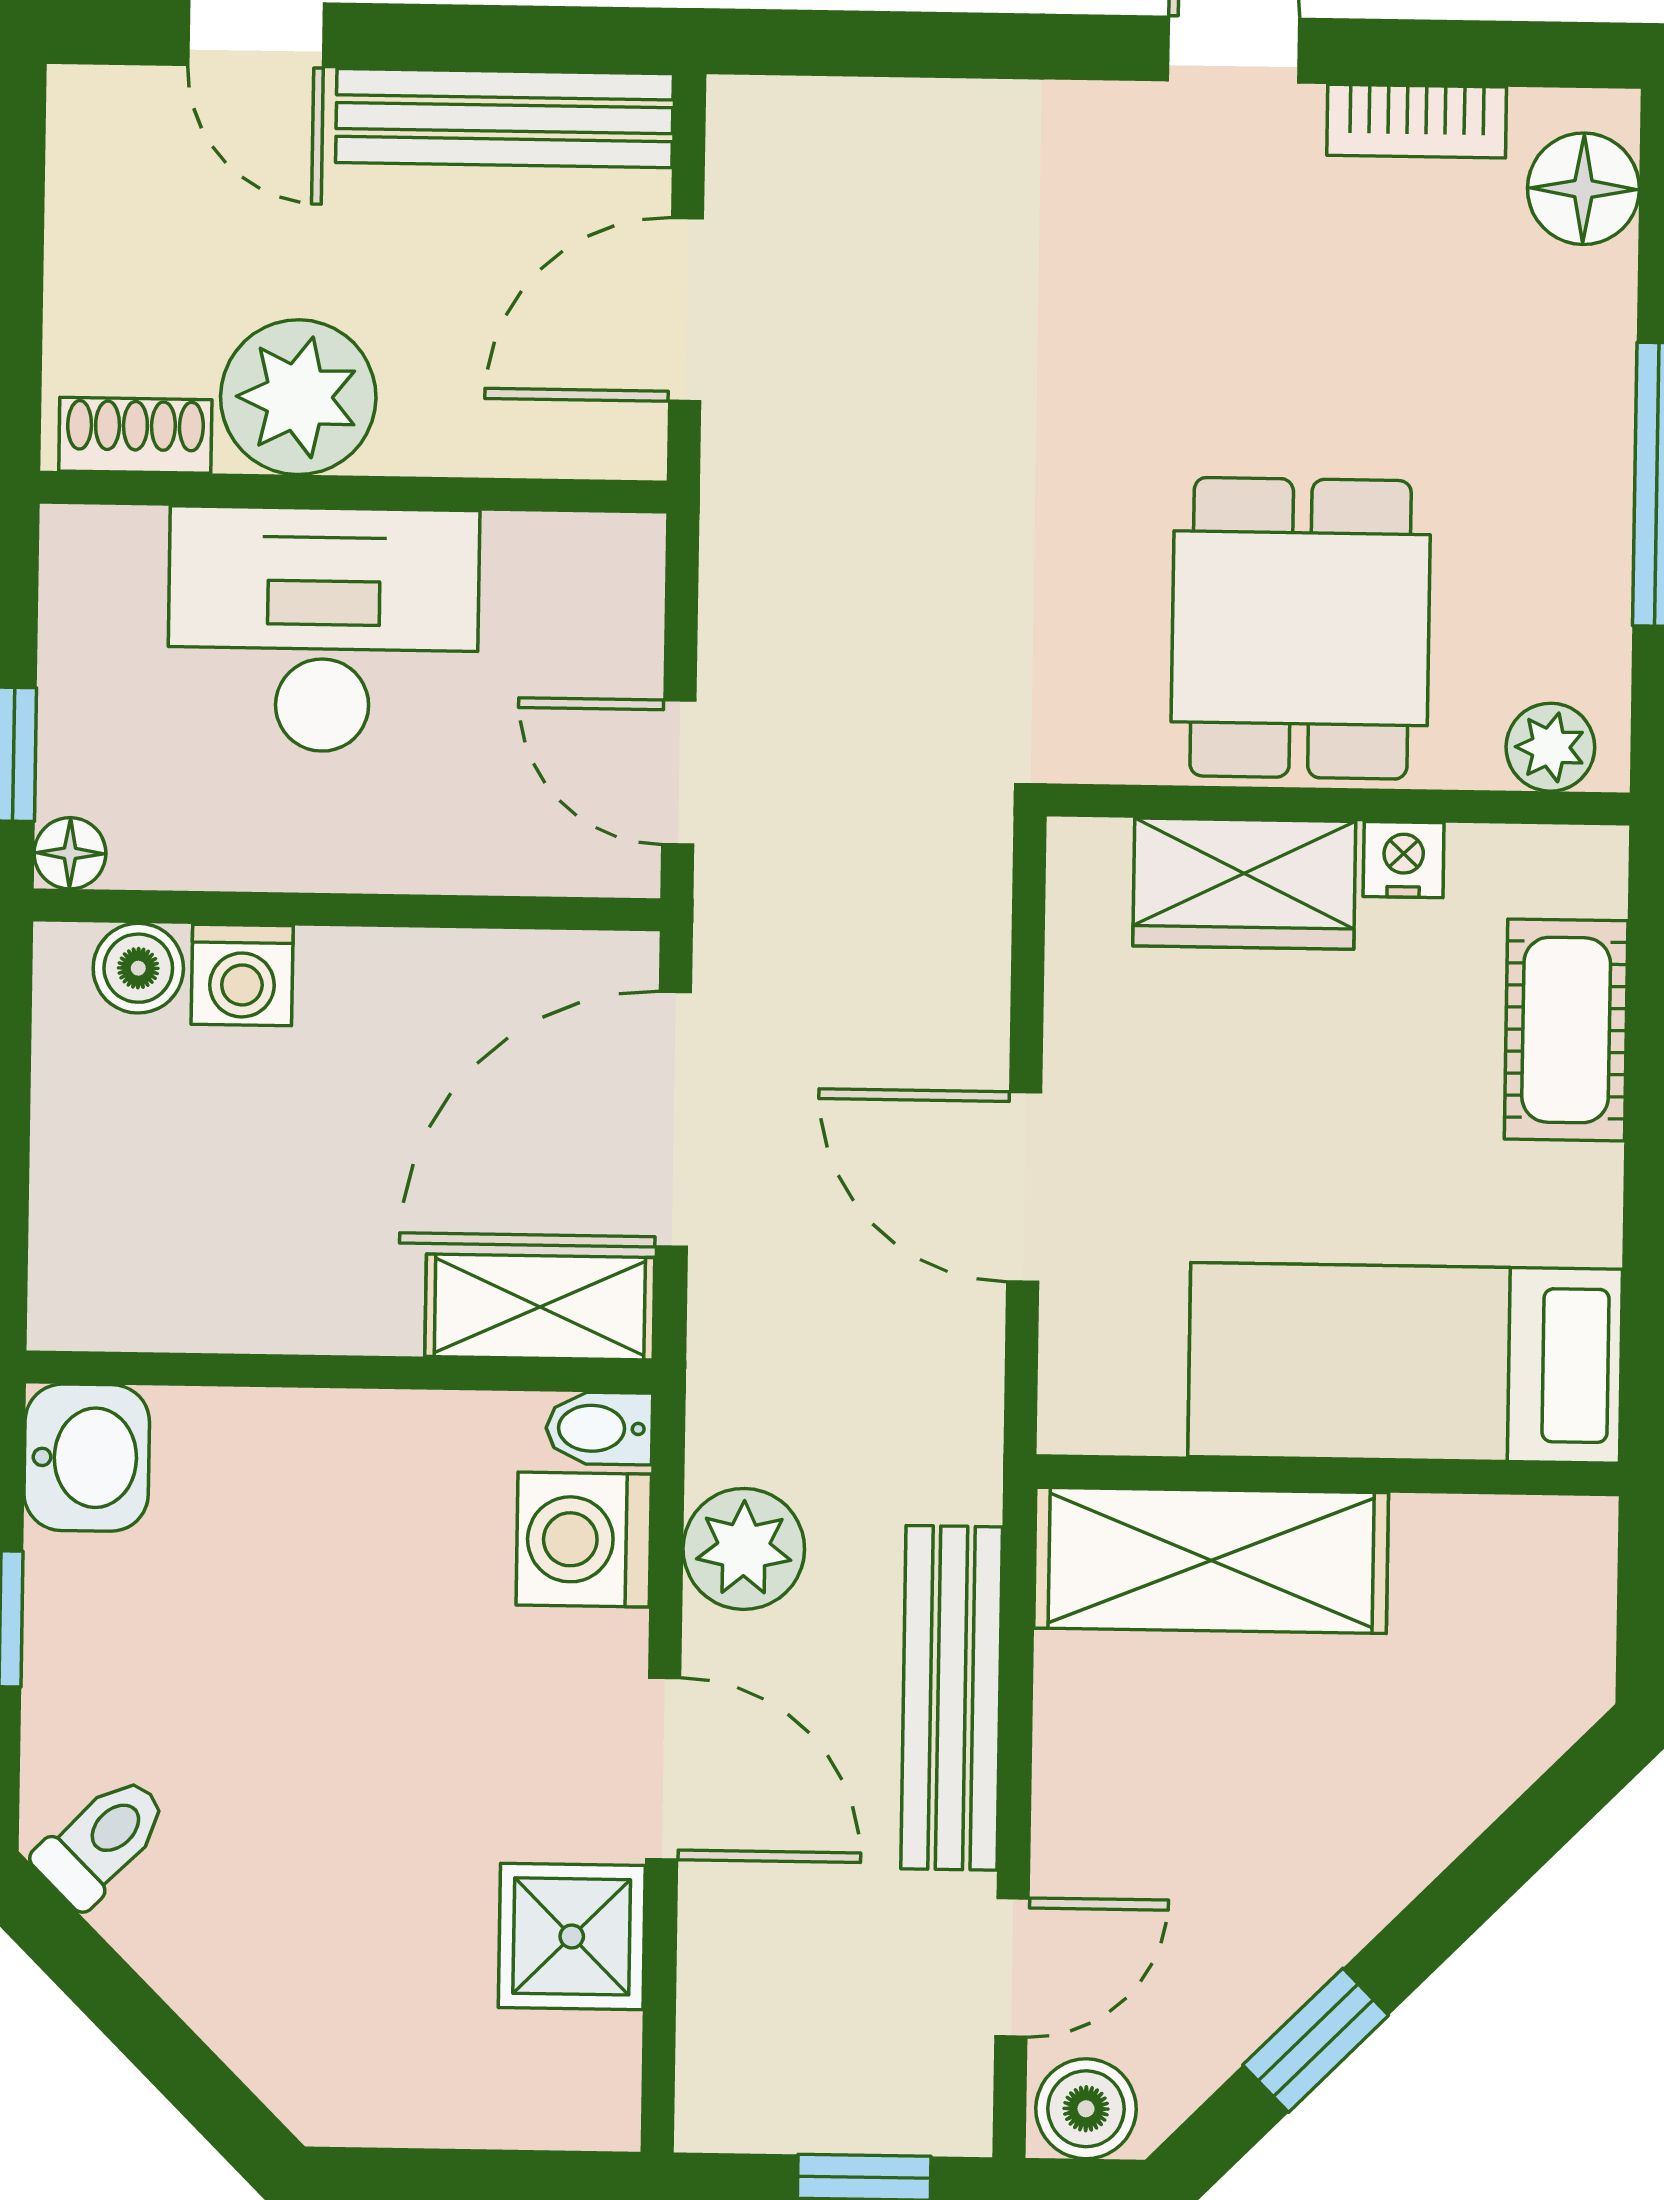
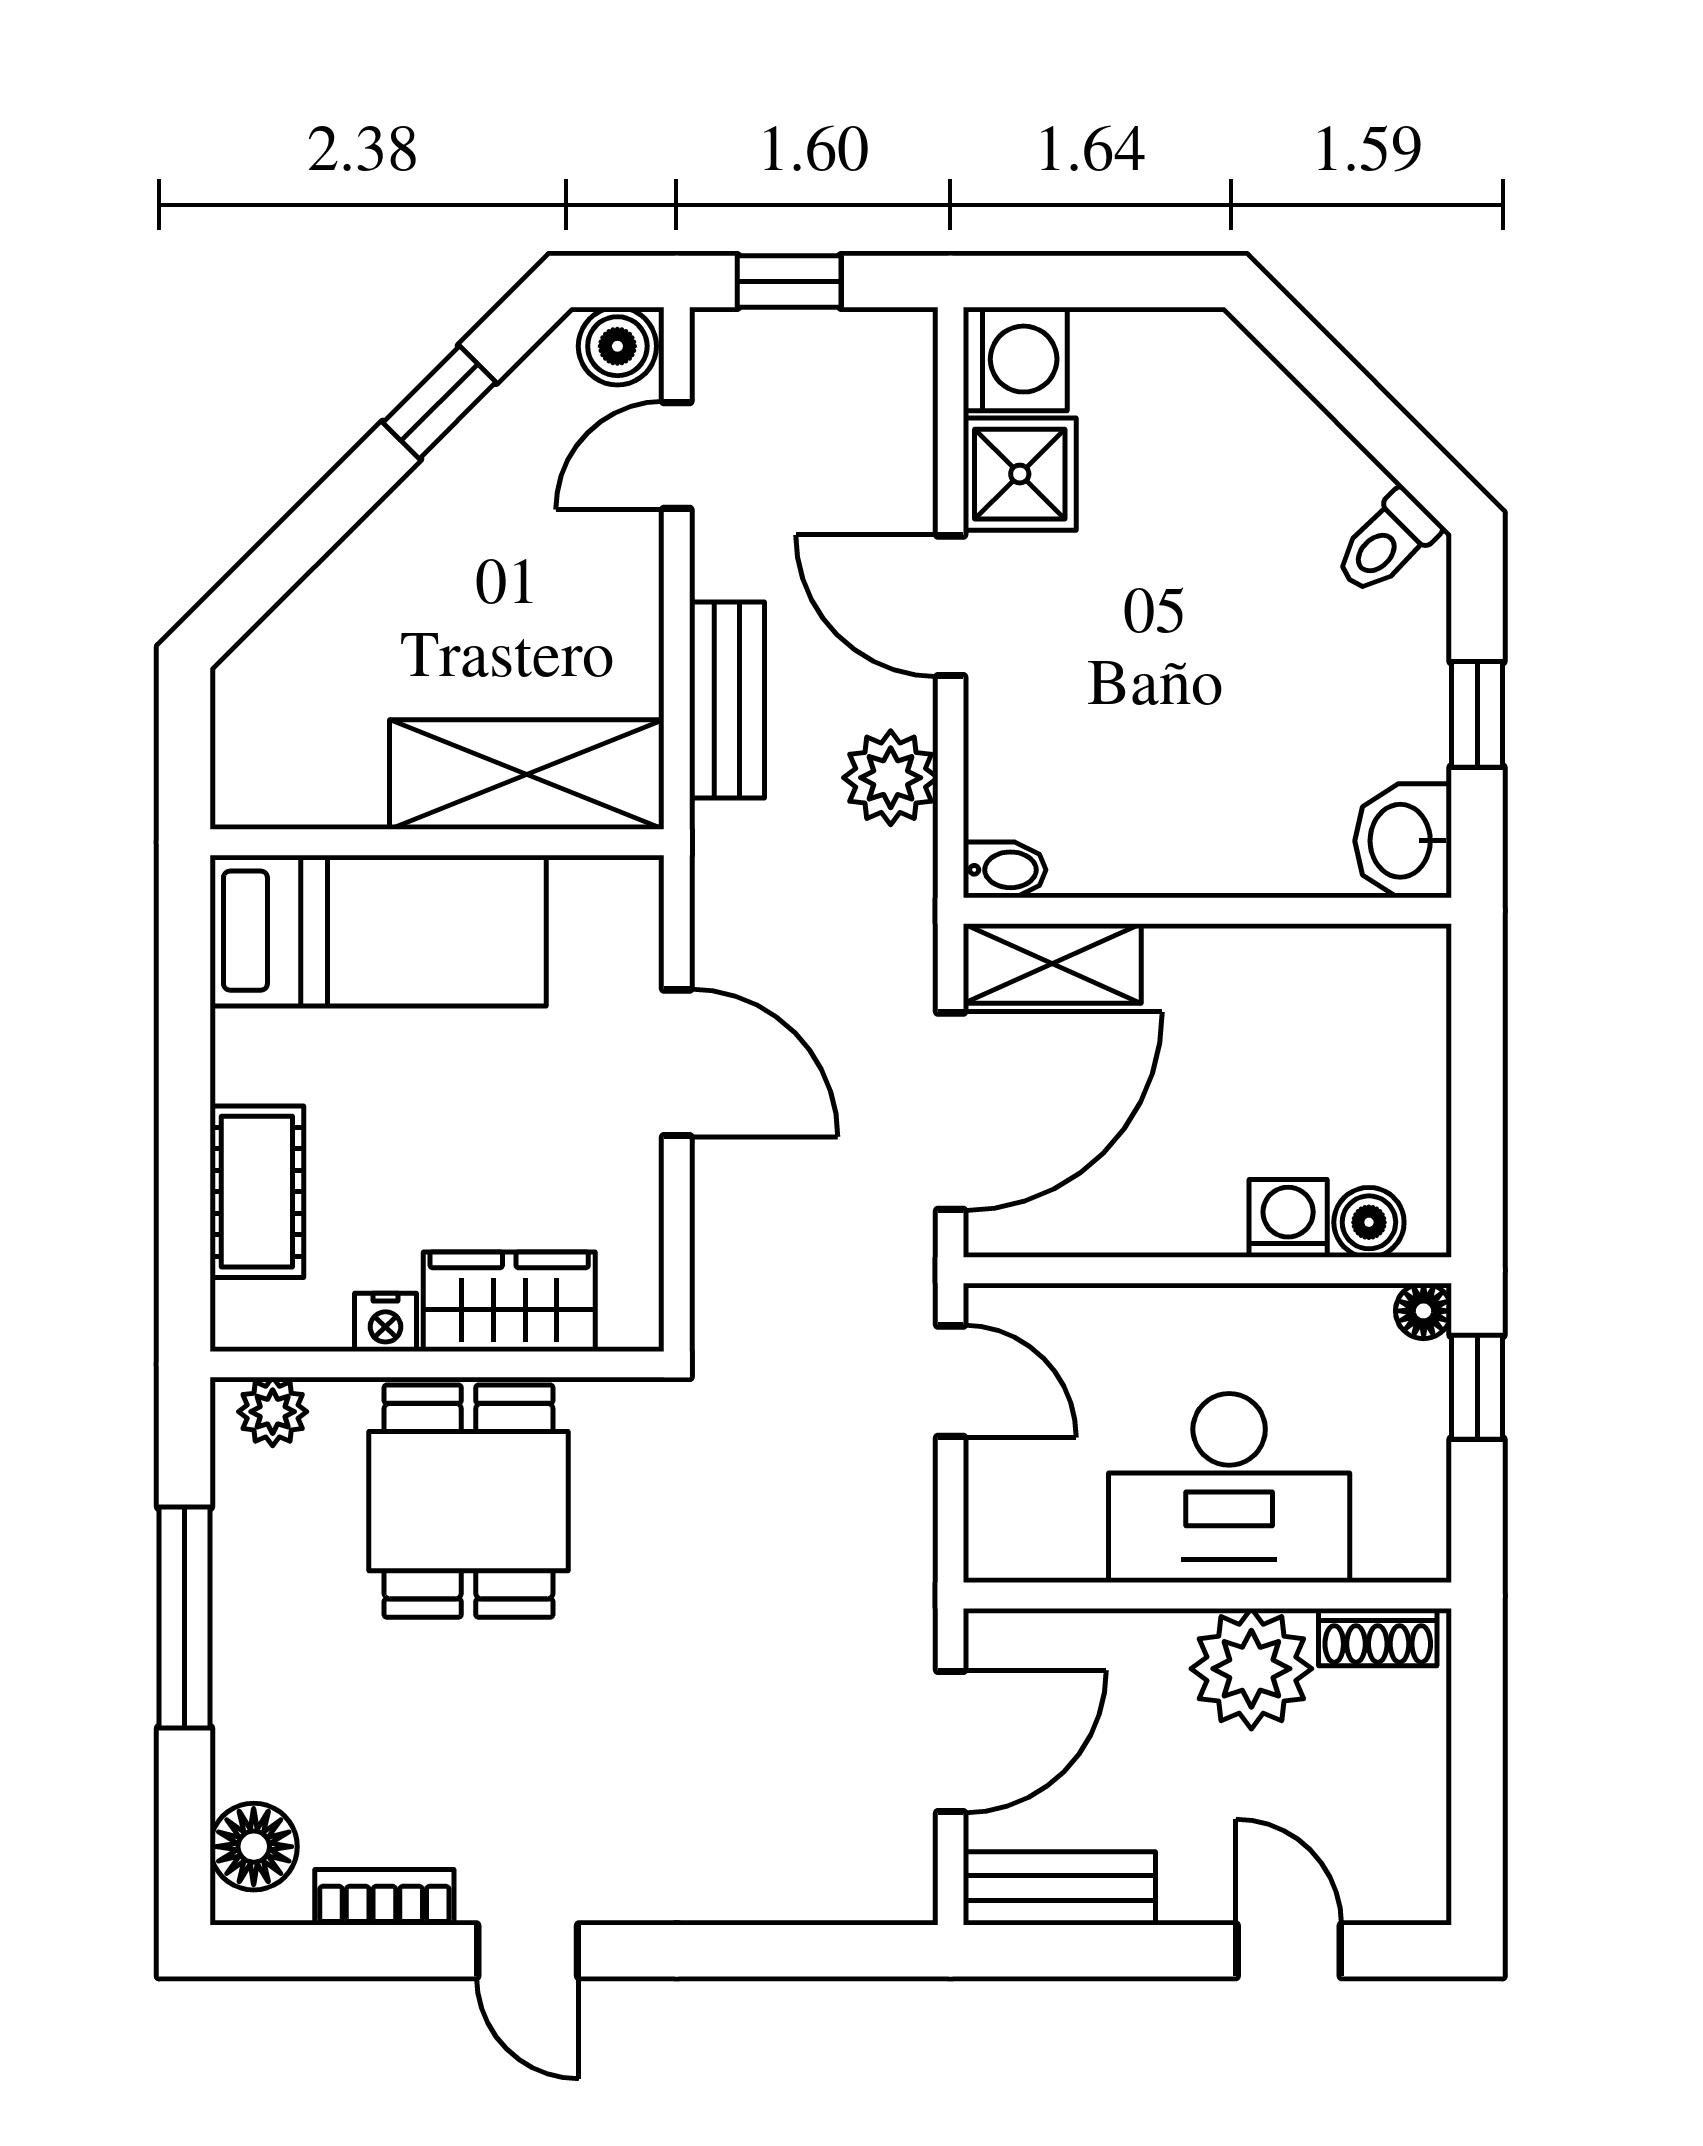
bench: (504, 118) -> (1059, 1888), width x0.73
washing machine: (584, 1540) -> (1015, 359), moved
bench: (952, 1698) -> (727, 700), width x0.73

